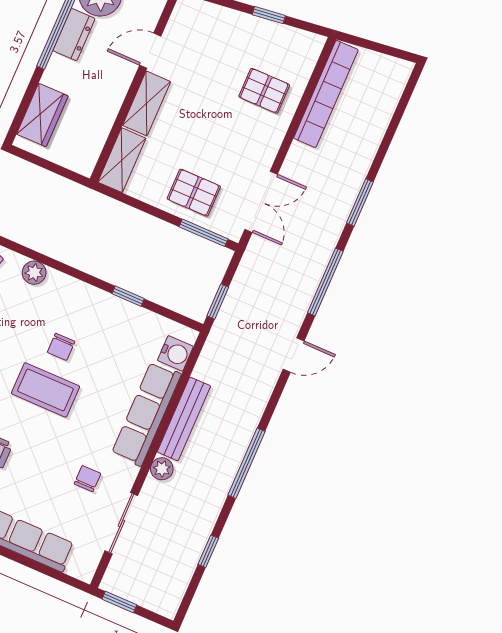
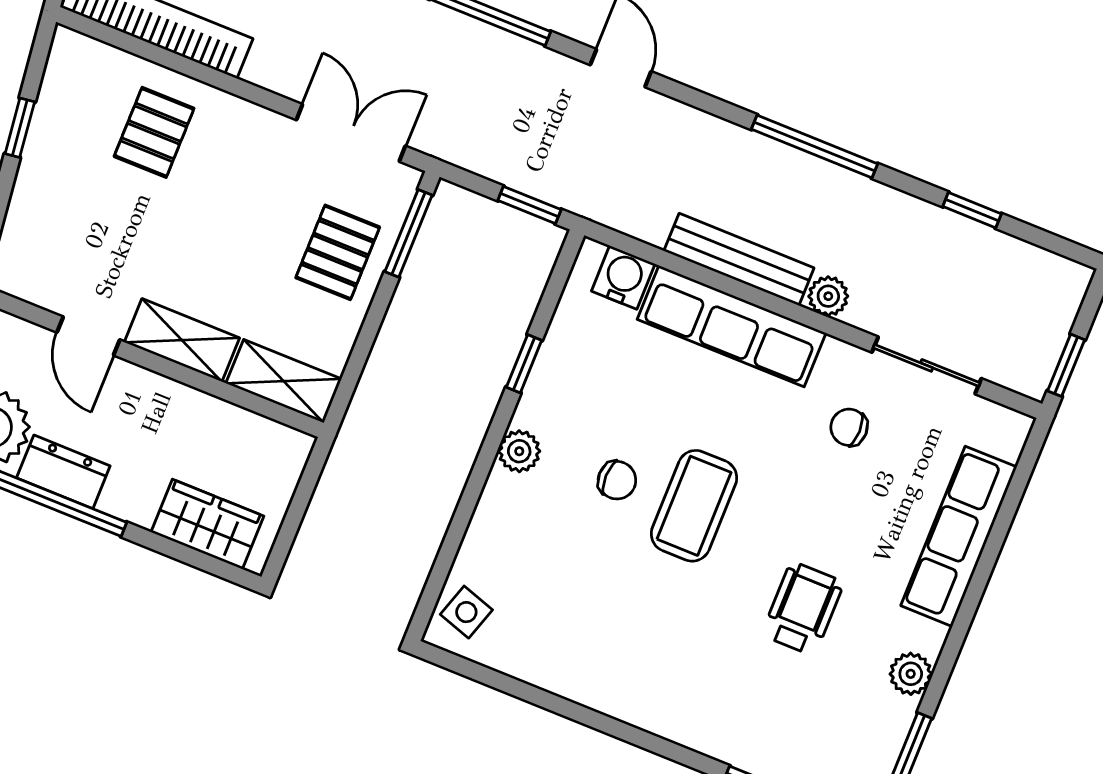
plant: (34, 273) -> (519, 451), moved

